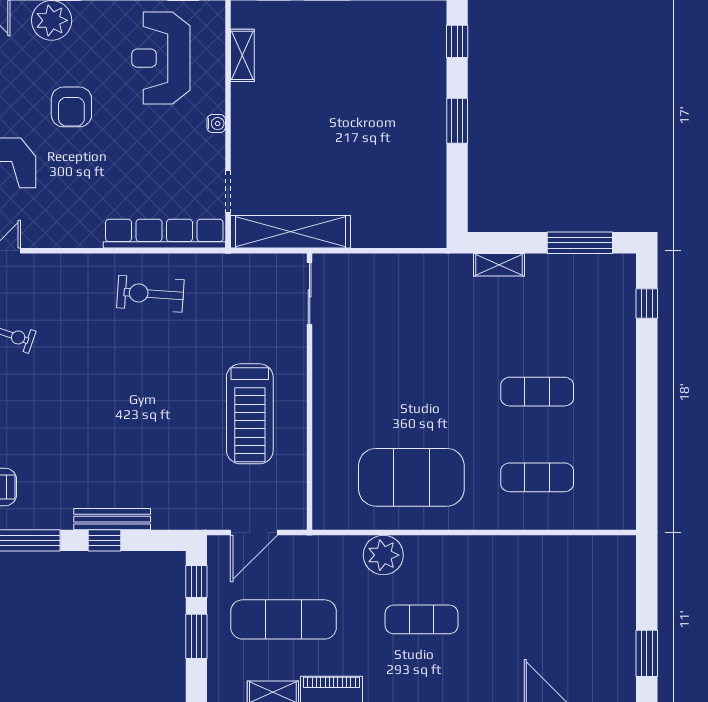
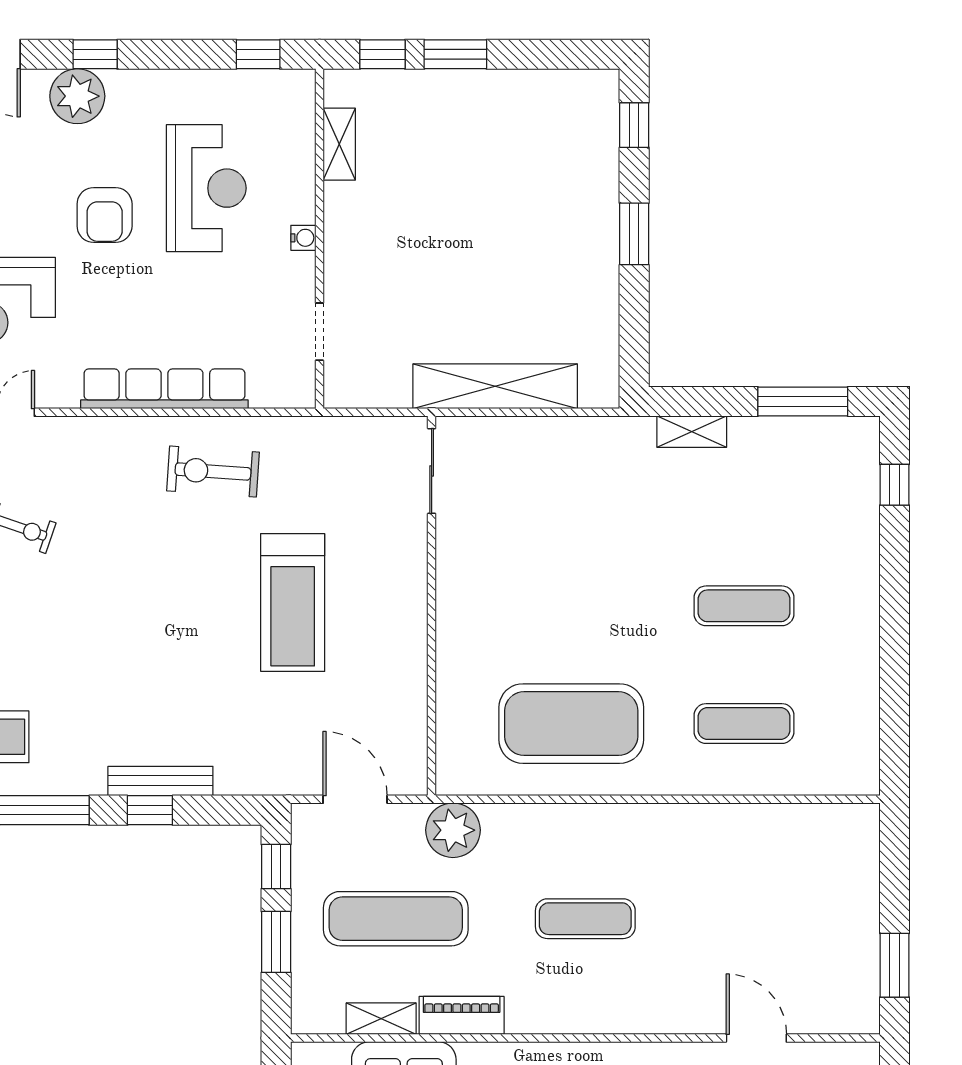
reception desk: (161, 58) -> (206, 188), moved, turned 180
shelving: (290, 232) -> (495, 386), moved
row of seats: (164, 234) -> (164, 389), moved
treadmill: (250, 414) -> (293, 603), moved
door: (254, 533) -> (355, 799), swing flipped
plant: (383, 555) -> (453, 830), moved

